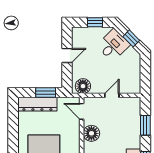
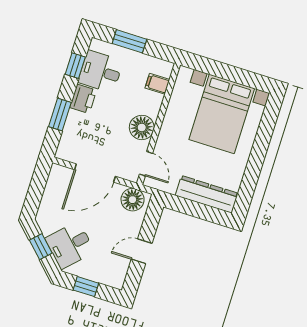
window: (46, 92) -> (190, 207), removed
door: (112, 95) -> (95, 173), width x1.88
printer: (134, 140) -> (83, 99), added

